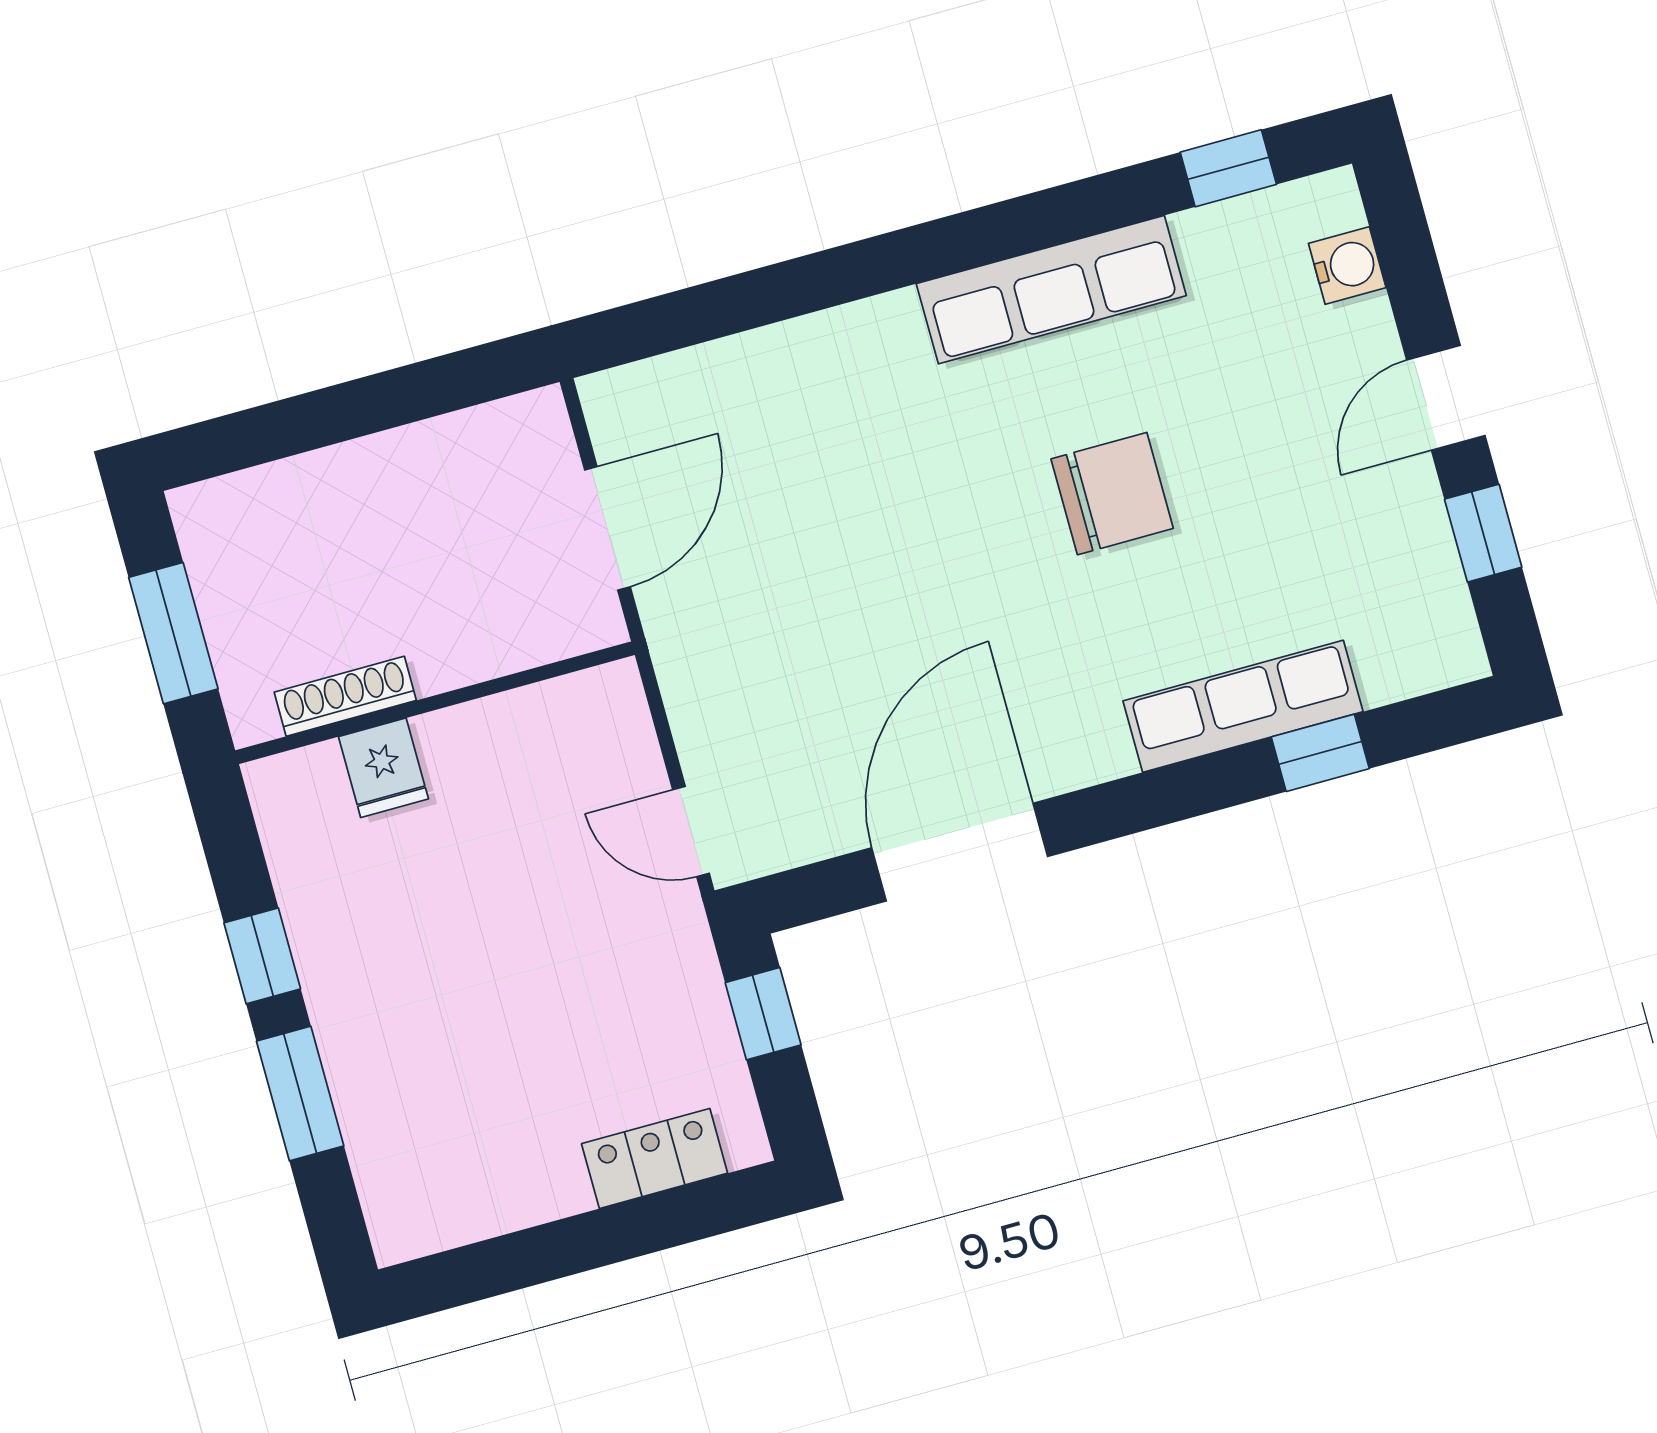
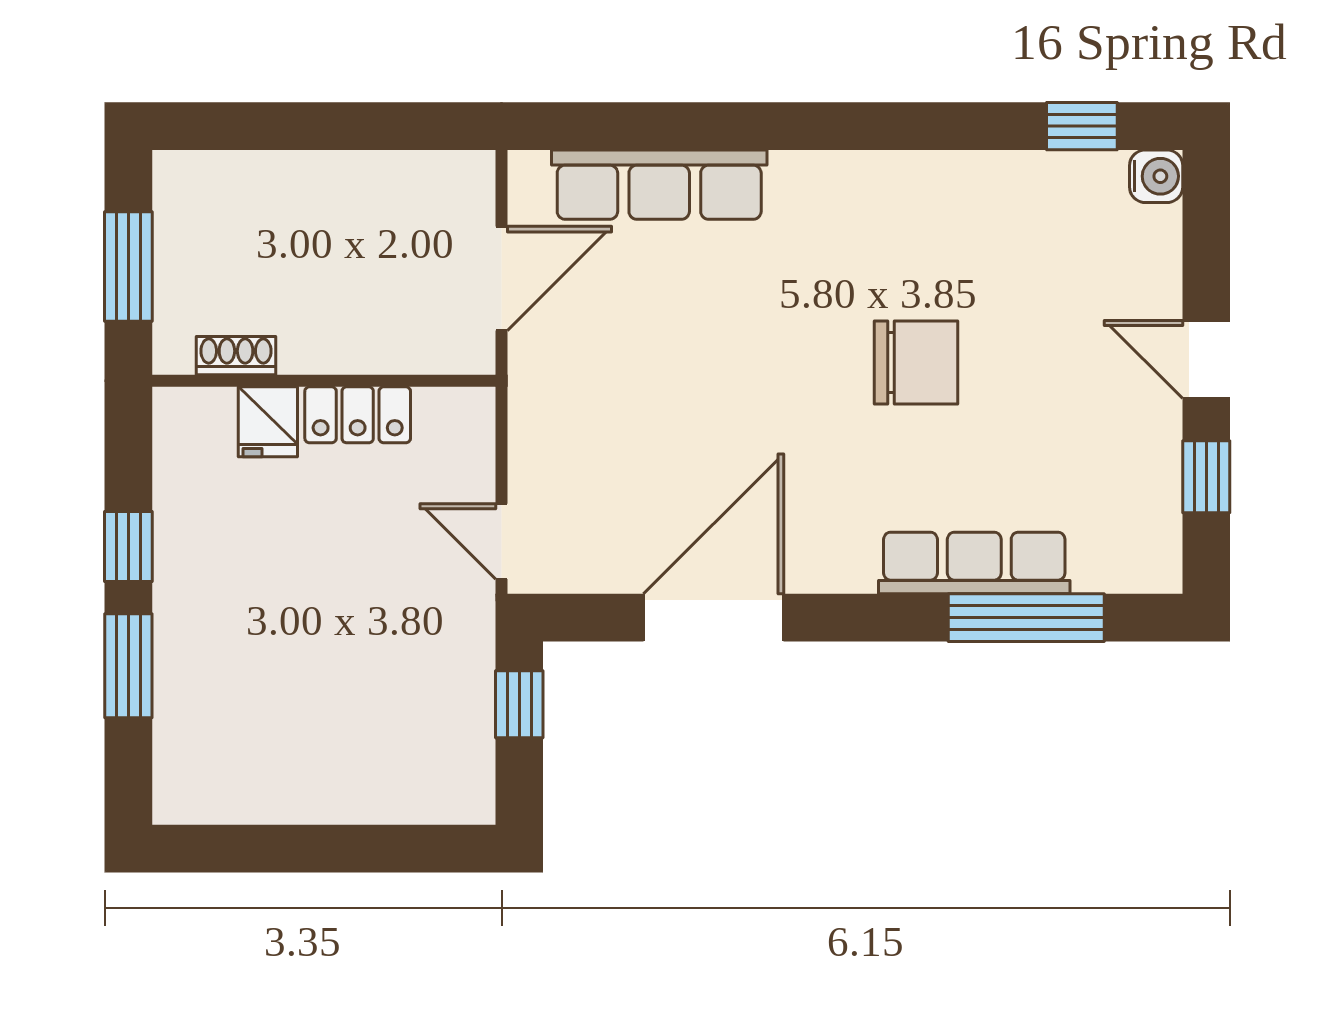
water cooler: (1347, 265) -> (1156, 176), moved
row of seats: (1051, 290) -> (659, 185), moved
door: (1446, 398) -> (1206, 359), hinge flipped
shoe rack: (345, 696) -> (236, 356), width x0.70
window: (1320, 753) -> (1026, 618), width x2.17
locker: (655, 1158) -> (358, 415), moved, turned 180

